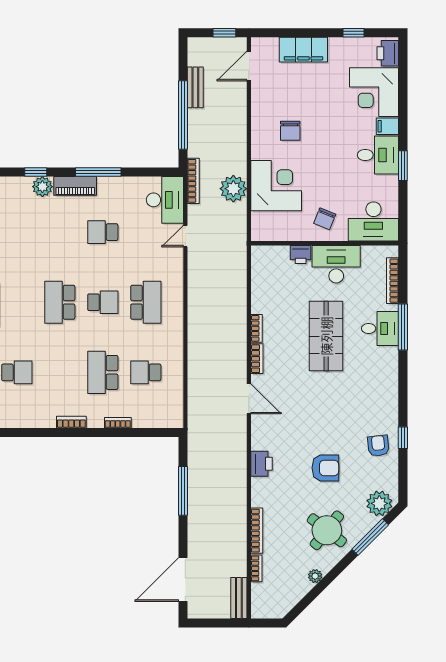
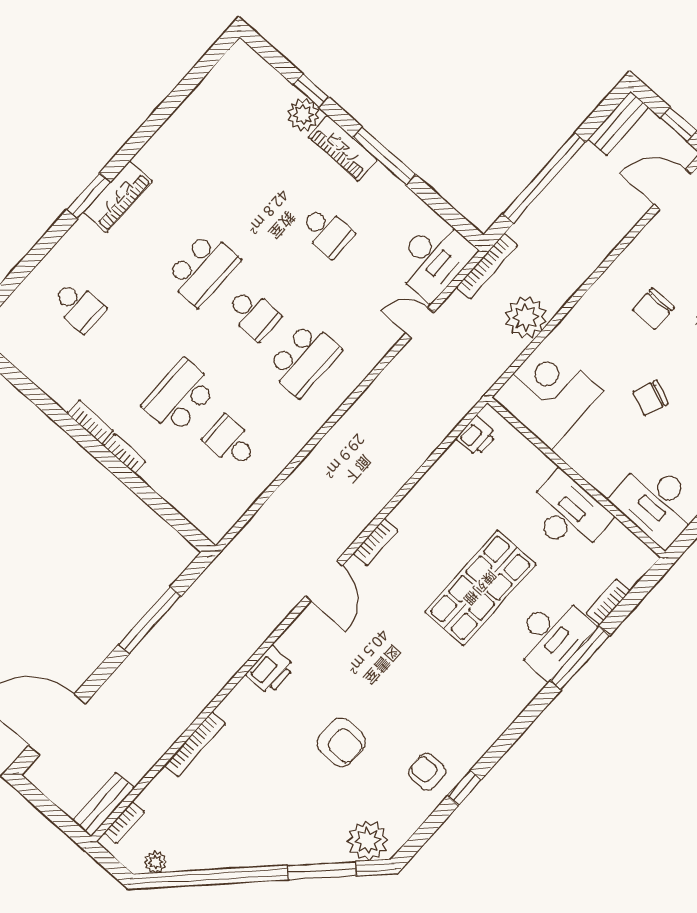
bench: (195, 87) -> (618, 123), moved
corner desk: (276, 186) -> (548, 394), moved, turned -90
chair: (325, 219) -> (651, 398), moved
school desk: (103, 232) -> (327, 232), turned 180
printer: (301, 254) -> (477, 436), moved, turned -90
bookcase: (393, 281) -> (608, 602), width x0.64
school desk: (60, 302) -> (203, 269), turned 180
bookcase: (257, 328) -> (407, 506), removed
desk: (380, 329) -> (552, 636), width x1.37
bookcase: (118, 423) -> (125, 454), moved
armchair: (378, 446) -> (427, 772), turned -84
round table: (327, 530) -> (278, 817), removed
bookcase: (256, 568) -> (124, 822), moved
plant: (315, 576) -> (155, 862), moved

